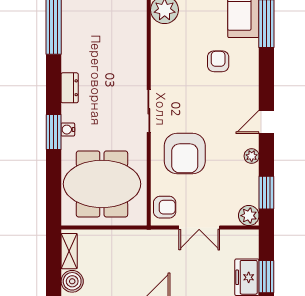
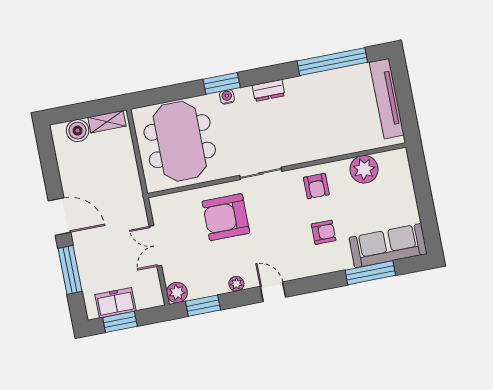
armchair: (165, 207) -> (316, 186), moved

